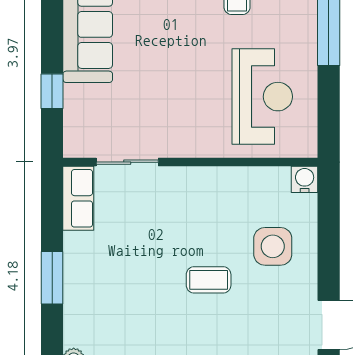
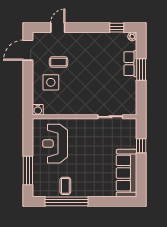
row of seats: (78, 198) -> (130, 64), moved
coffee table: (209, 280) -> (59, 62), moved

